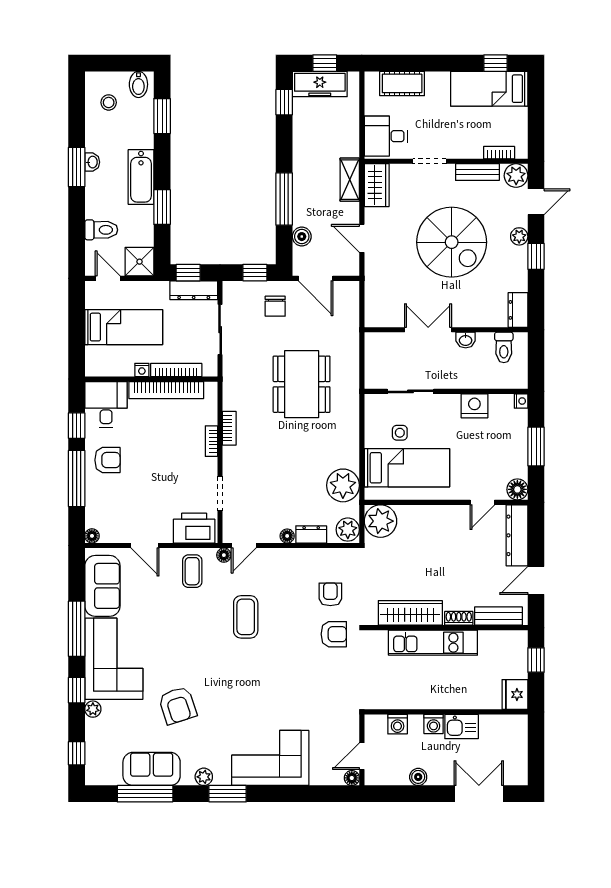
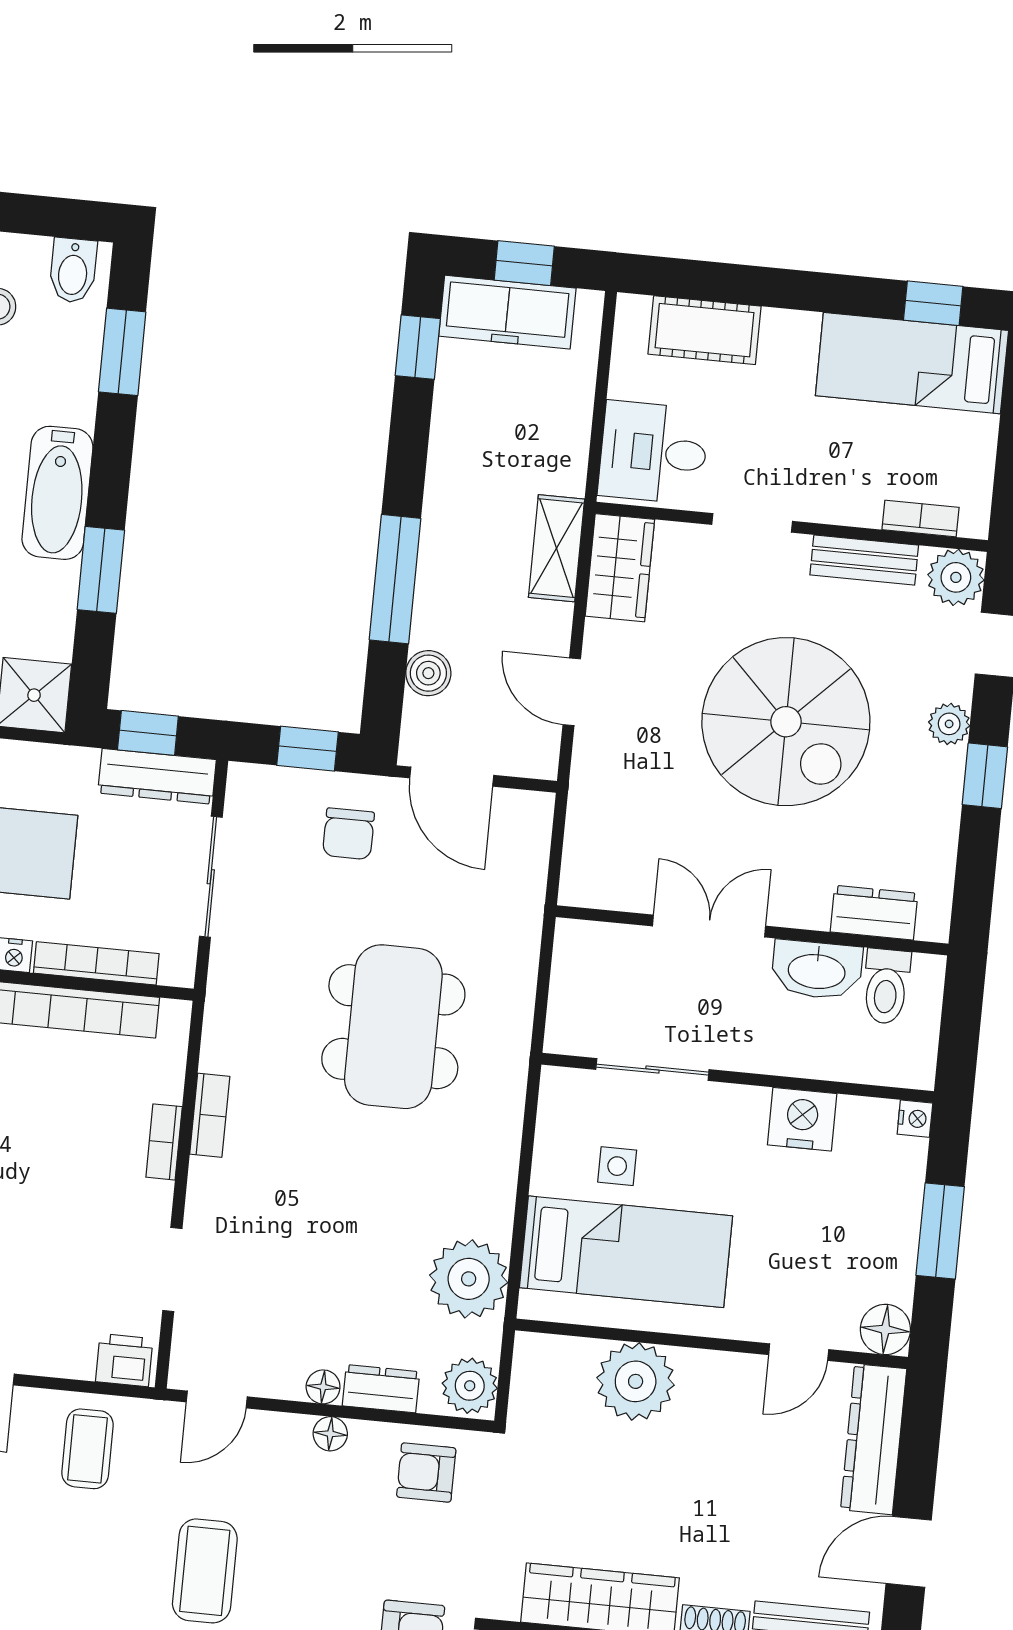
dresser: (518, 310) -> (874, 913), moved, turned 90
washbasin: (466, 340) -> (817, 970), width x1.91, depth x1.45
plant: (380, 521) -> (636, 1381), moved
printer: (194, 528) -> (124, 1360), width x0.53, depth x0.68
floor lamp: (224, 555) -> (330, 1434), moved
armchair: (330, 594) -> (426, 1472), moved, turned -90

